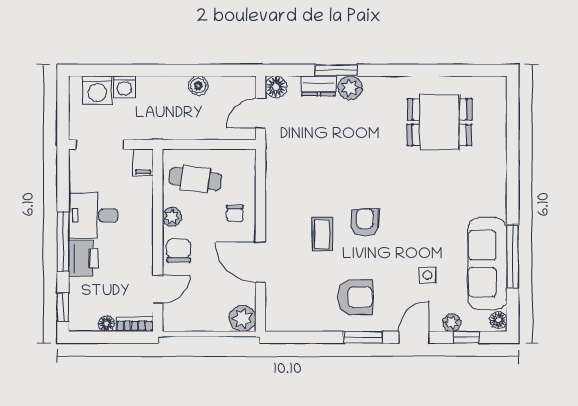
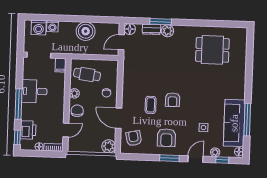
boiler: (198, 86) -> (86, 31), width x1.86, depth x1.86
armchair: (365, 223) -> (173, 100), turned 180
printer: (84, 258) -> (28, 130), moved
armchair: (355, 297) -> (166, 138), turned 90
armchair: (291, 301) -> (134, 138), added

